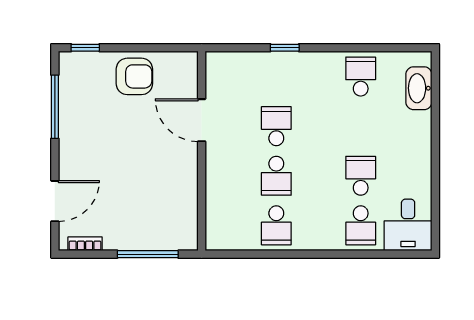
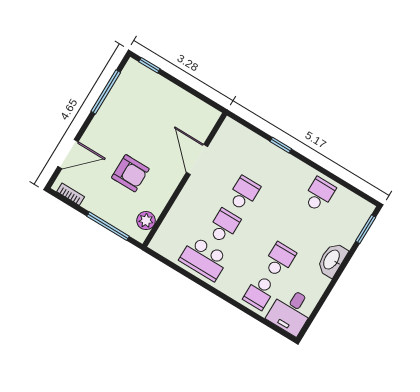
armchair: (134, 76) -> (130, 173), moved
window: (435, 84) -> (366, 229), added
washbasin: (419, 88) -> (332, 260), moved
school desk: (276, 176) -> (224, 226), turned 180
plant: (186, 222) -> (146, 221), added
school desk: (276, 225) -> (204, 259), width x1.85

